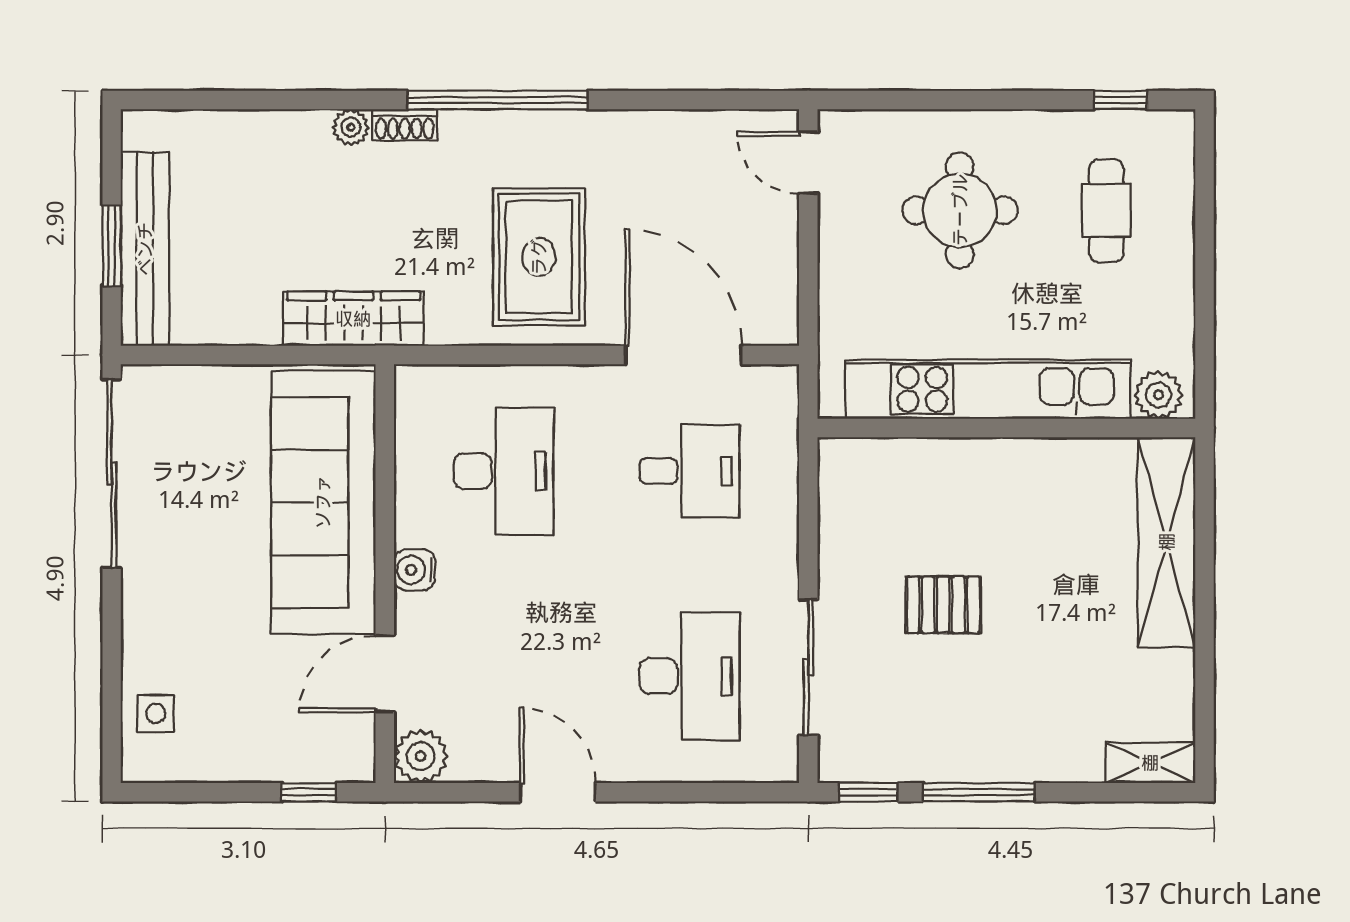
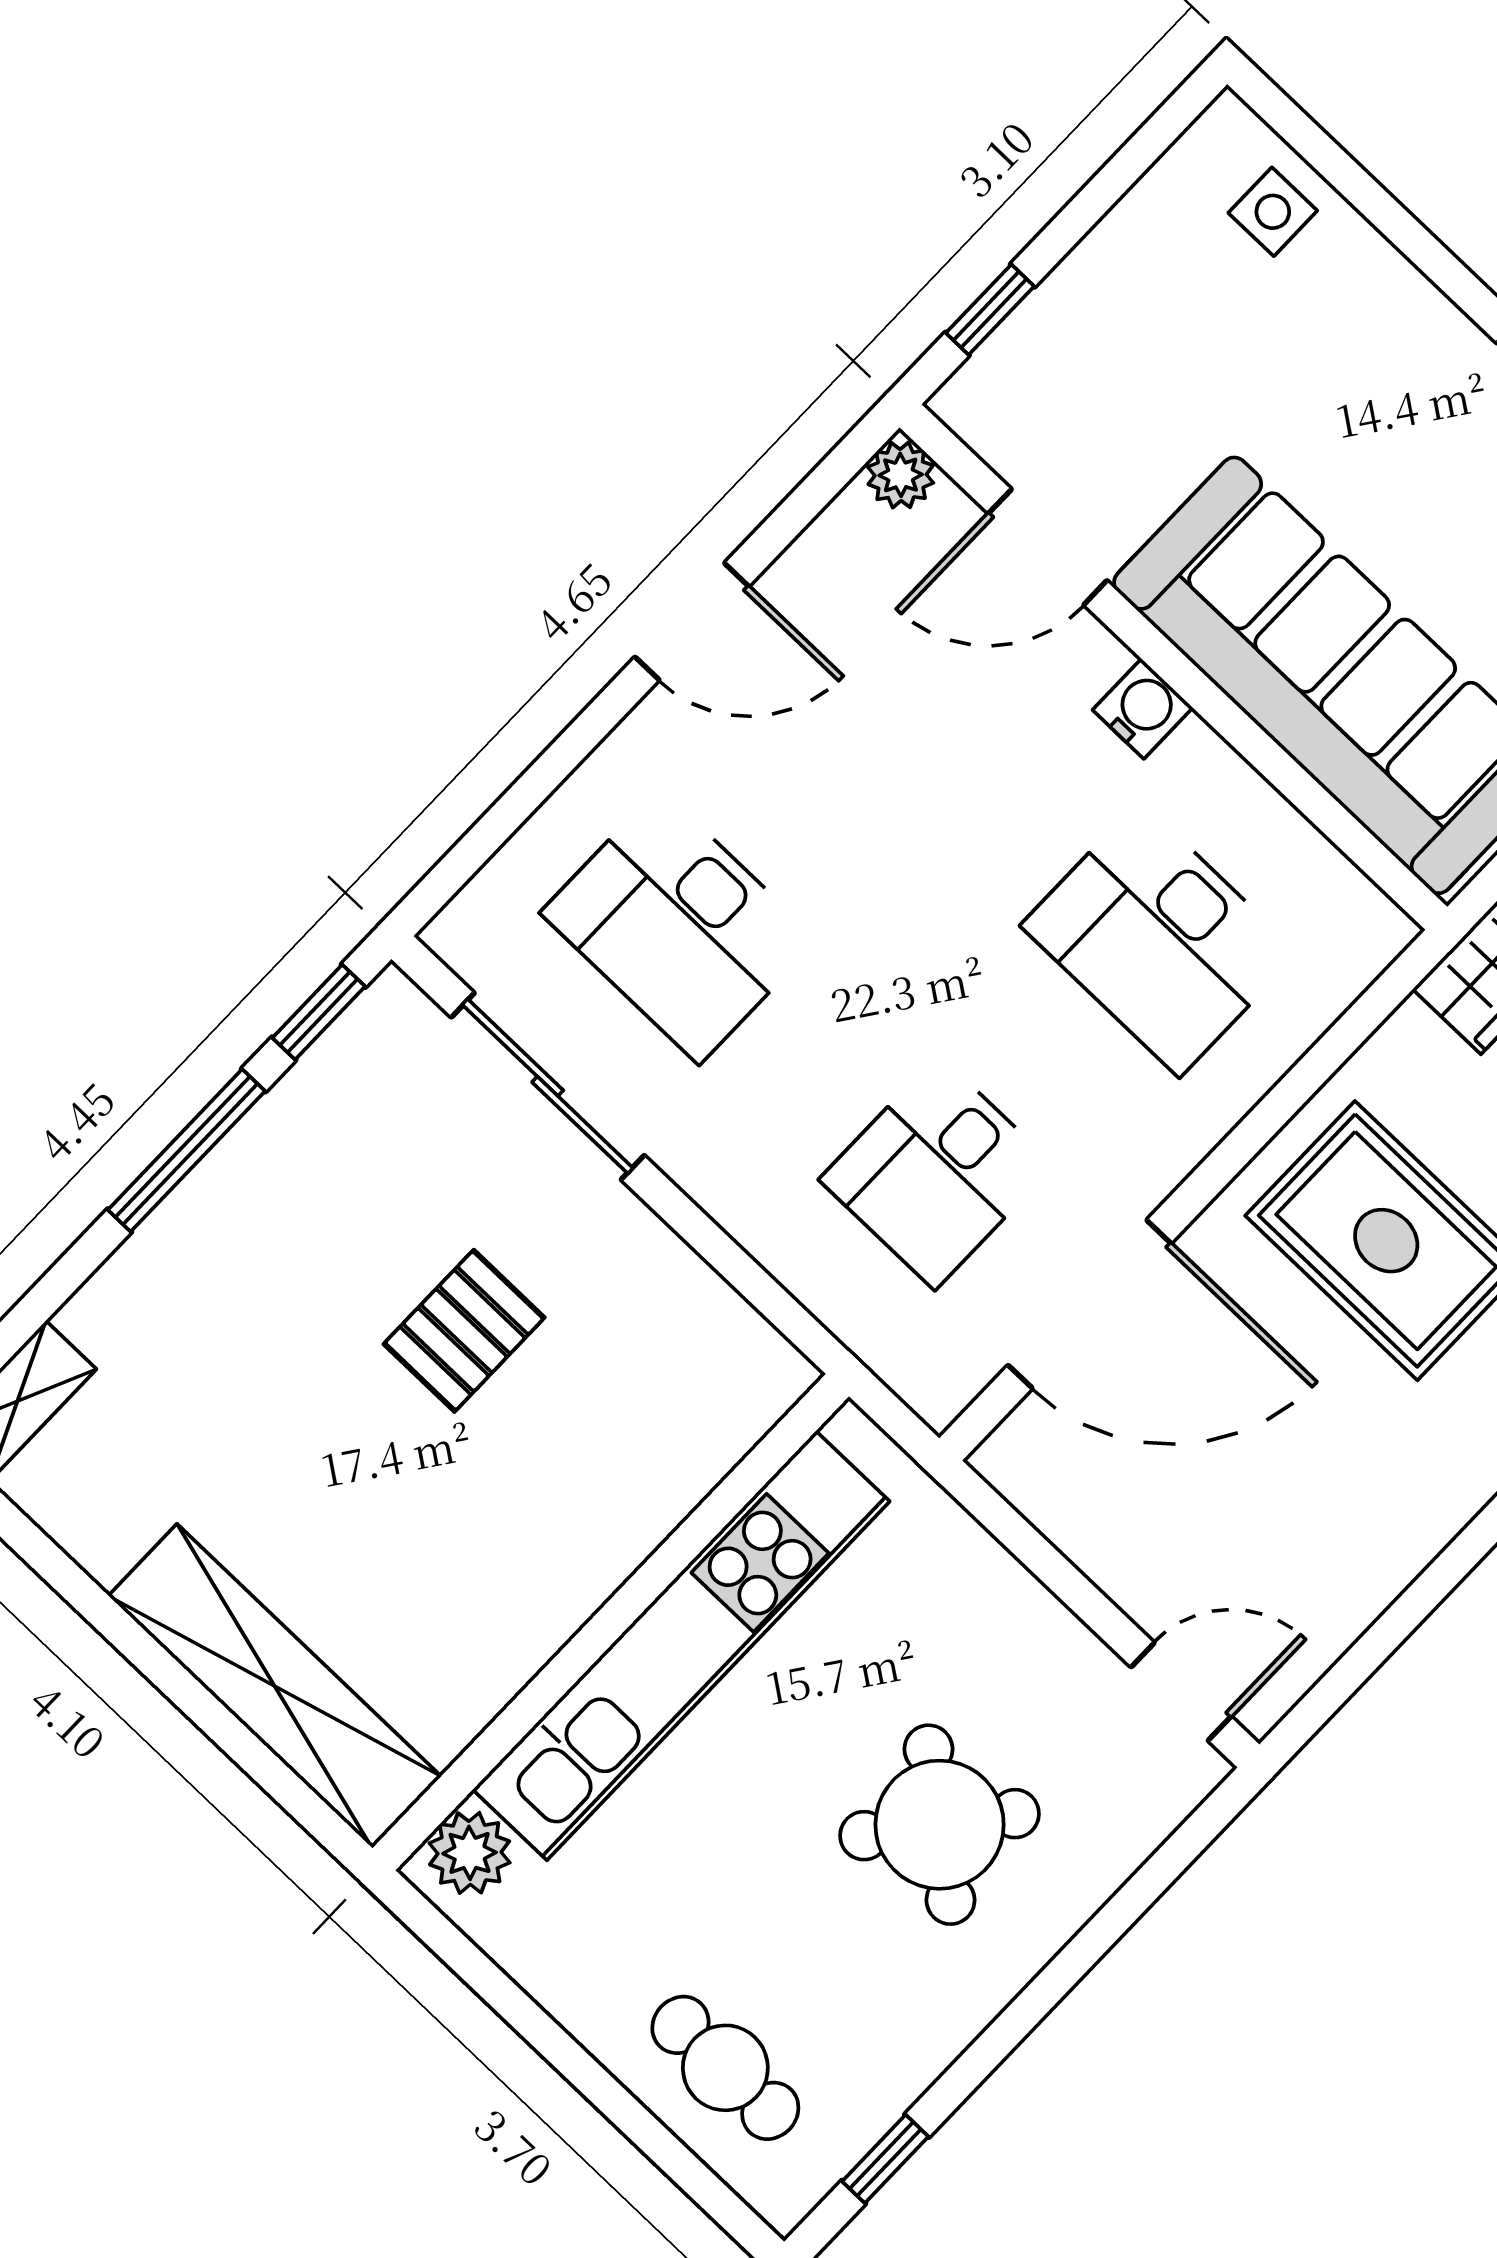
round table: (960, 210) -> (940, 1825), turned 38
cafe table: (1106, 211) -> (725, 2068), moved
door: (385, 674) -> (1048, 547), swing flipped
plant: (421, 756) -> (901, 475), width x0.73, depth x0.73

